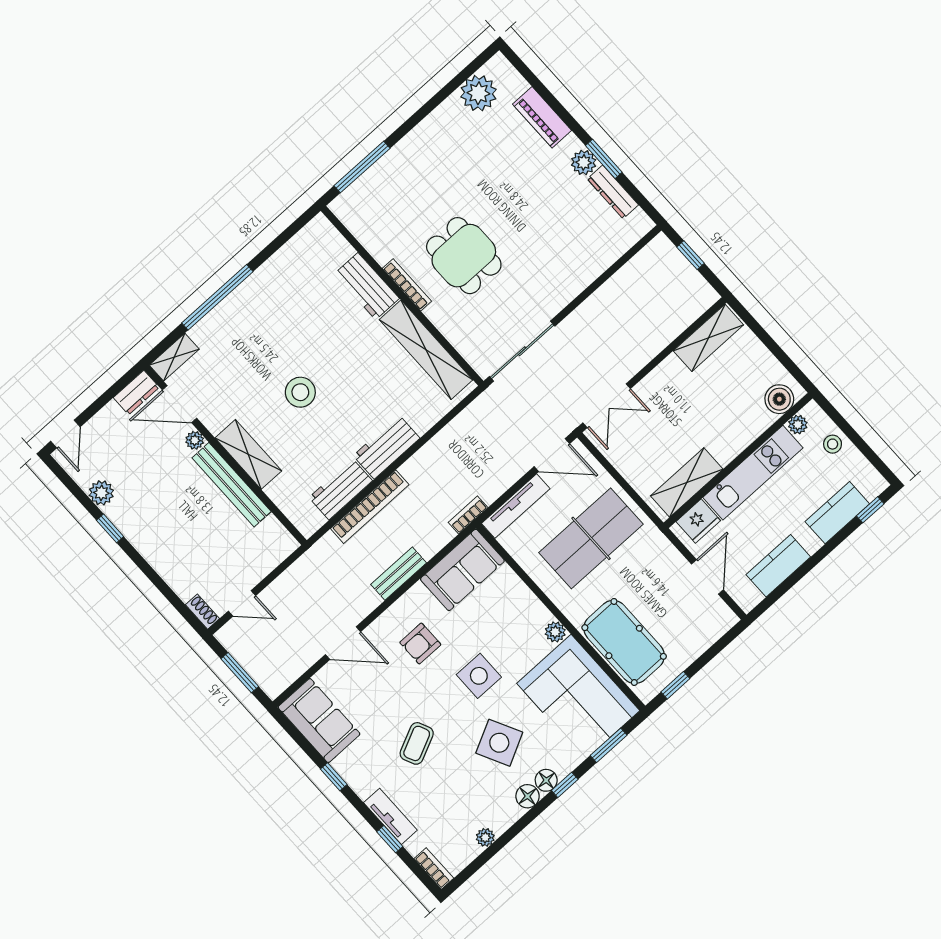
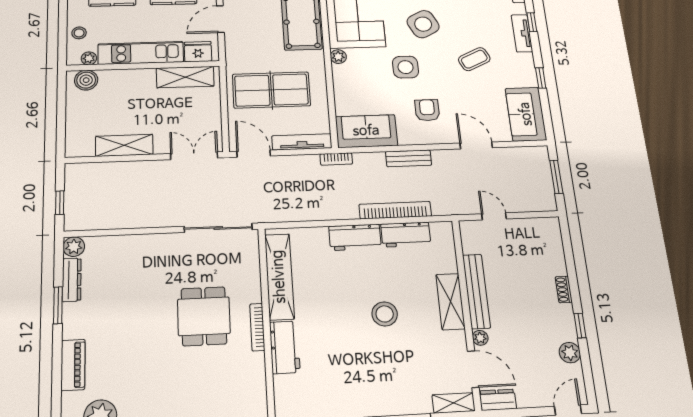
plant: (584, 162) -> (74, 247), moved
shelving: (708, 338) -> (124, 145), moved
door: (242, 603) -> (494, 216), moved
shoe rack: (202, 612) -> (564, 289), moved
armchair: (420, 643) -> (427, 110), turned -90

